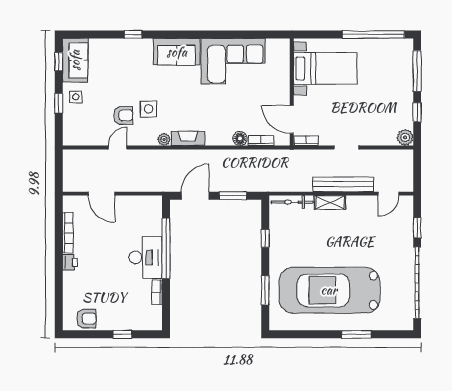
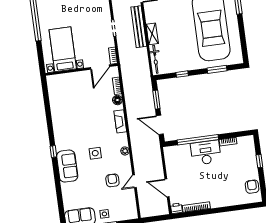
window: (133, 34) -> (53, 151), moved
sofa: (177, 52) -> (67, 166), moved
corner sofa: (233, 61) -> (66, 112), removed
side table: (149, 109) -> (95, 153), moved
fireplace: (188, 138) -> (120, 121), moved
door: (118, 147) -> (135, 181), hinge flipped
door: (101, 194) -> (167, 188), swing flipped
printer: (70, 262) -> (176, 208), moved

